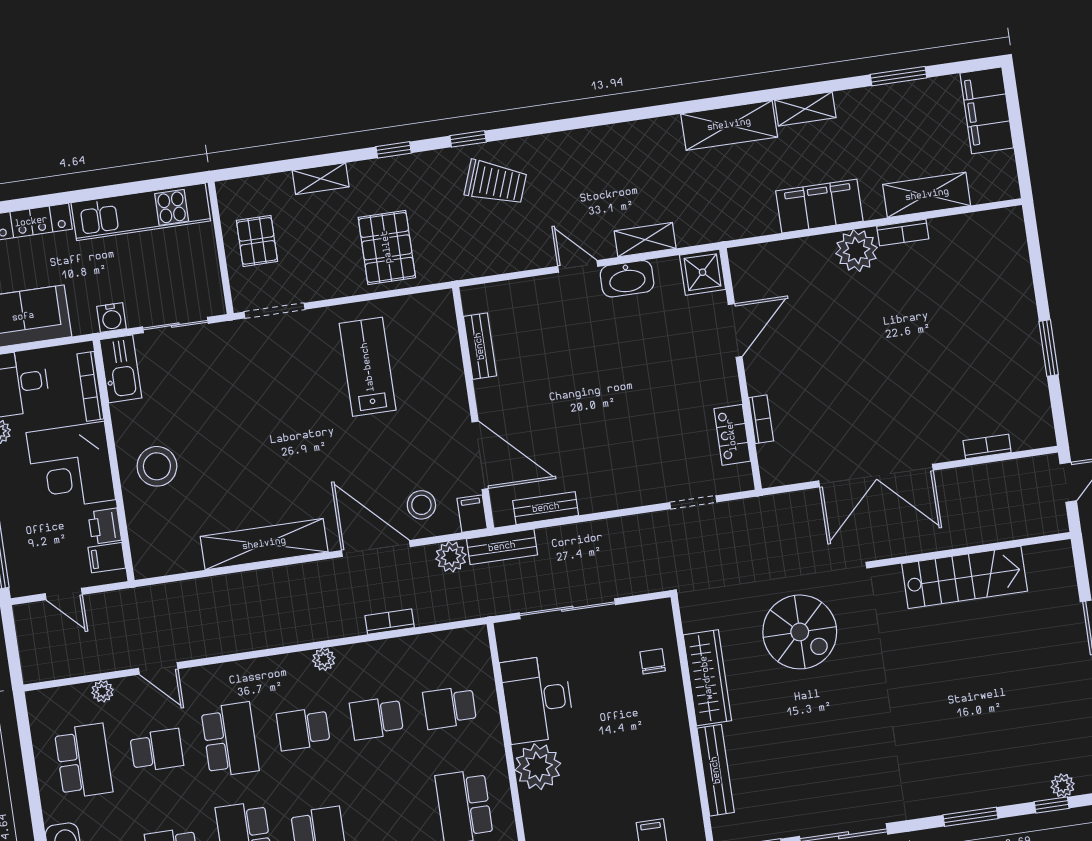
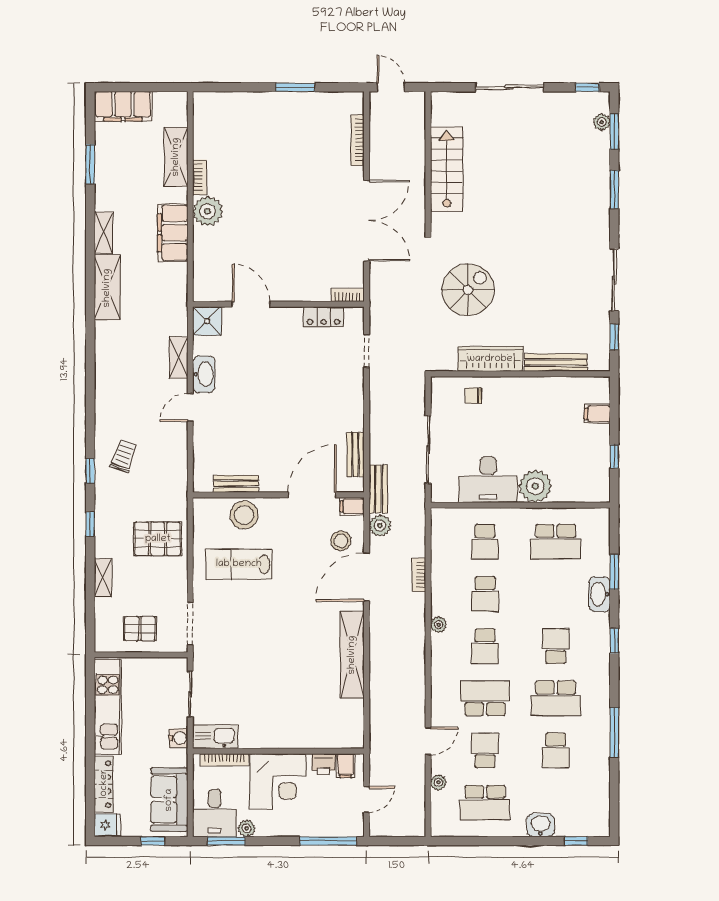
trolley: (496, 183) -> (123, 456), width x0.73, depth x0.72
bookcase: (761, 419) -> (348, 295), moved
bookcase: (987, 447) -> (358, 140), width x1.56
stool: (157, 466) -> (244, 515), moved
school desk: (84, 761) -> (485, 803), turned 180
window: (1052, 805) -> (614, 132), width x1.50

